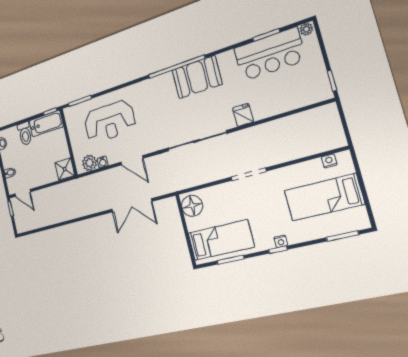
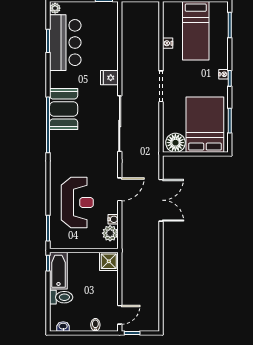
nightstand: (329, 161) -> (168, 43), moved
bed: (221, 240) -> (205, 125), width x1.50

